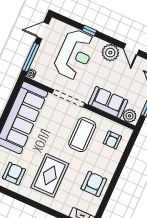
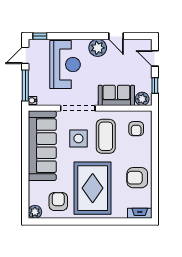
window: (89, 31) -> (40, 36), moved
side table: (57, 126) -> (78, 138), added
rug: (50, 176) -> (93, 188), width x1.37, depth x1.44
armchair: (94, 184) -> (137, 178), turned -90

